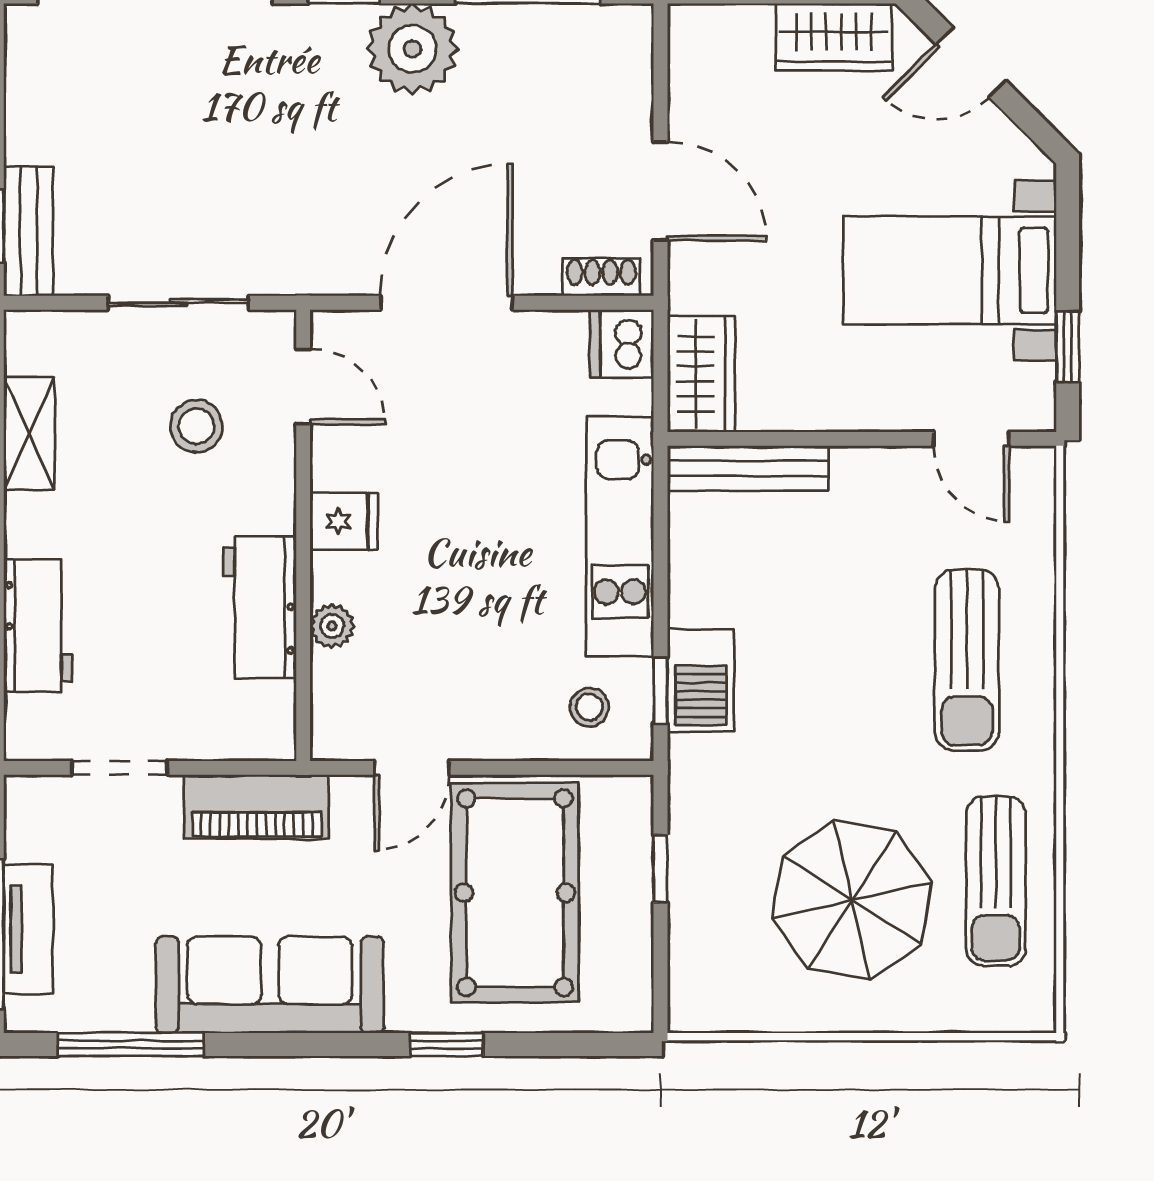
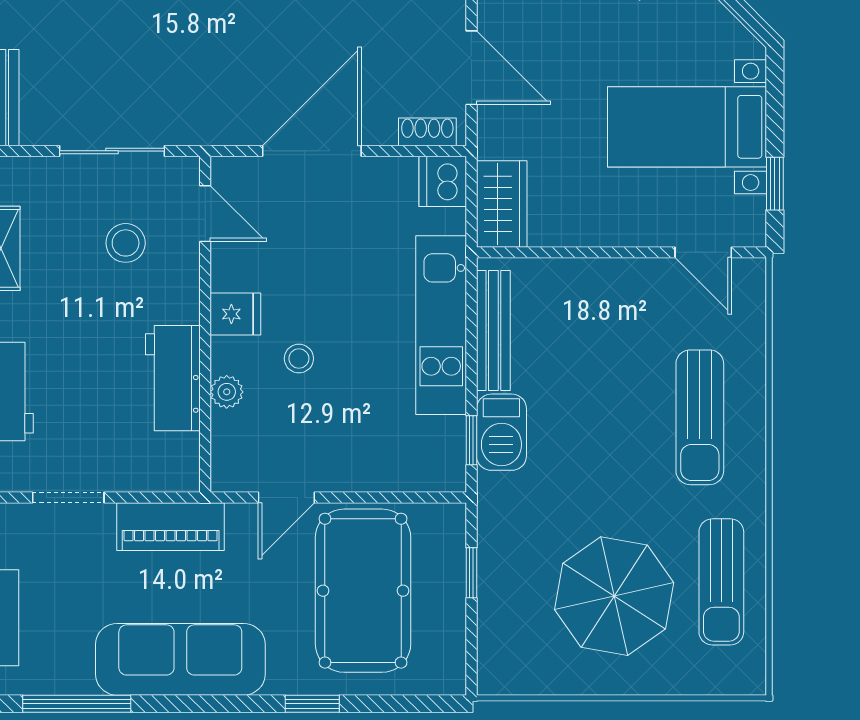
bench: (748, 468) -> (493, 330), moved, turned 90
stool: (589, 707) -> (299, 359), moved

